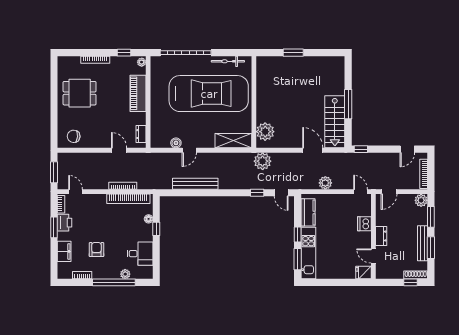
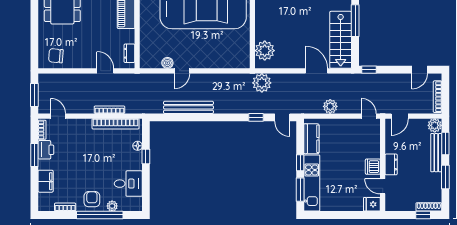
shelving: (233, 141) -> (230, 60), removed
dishwasher: (364, 224) -> (373, 167), moved
bench: (422, 243) -> (436, 153), moved
armchair: (96, 250) -> (92, 199), moved

